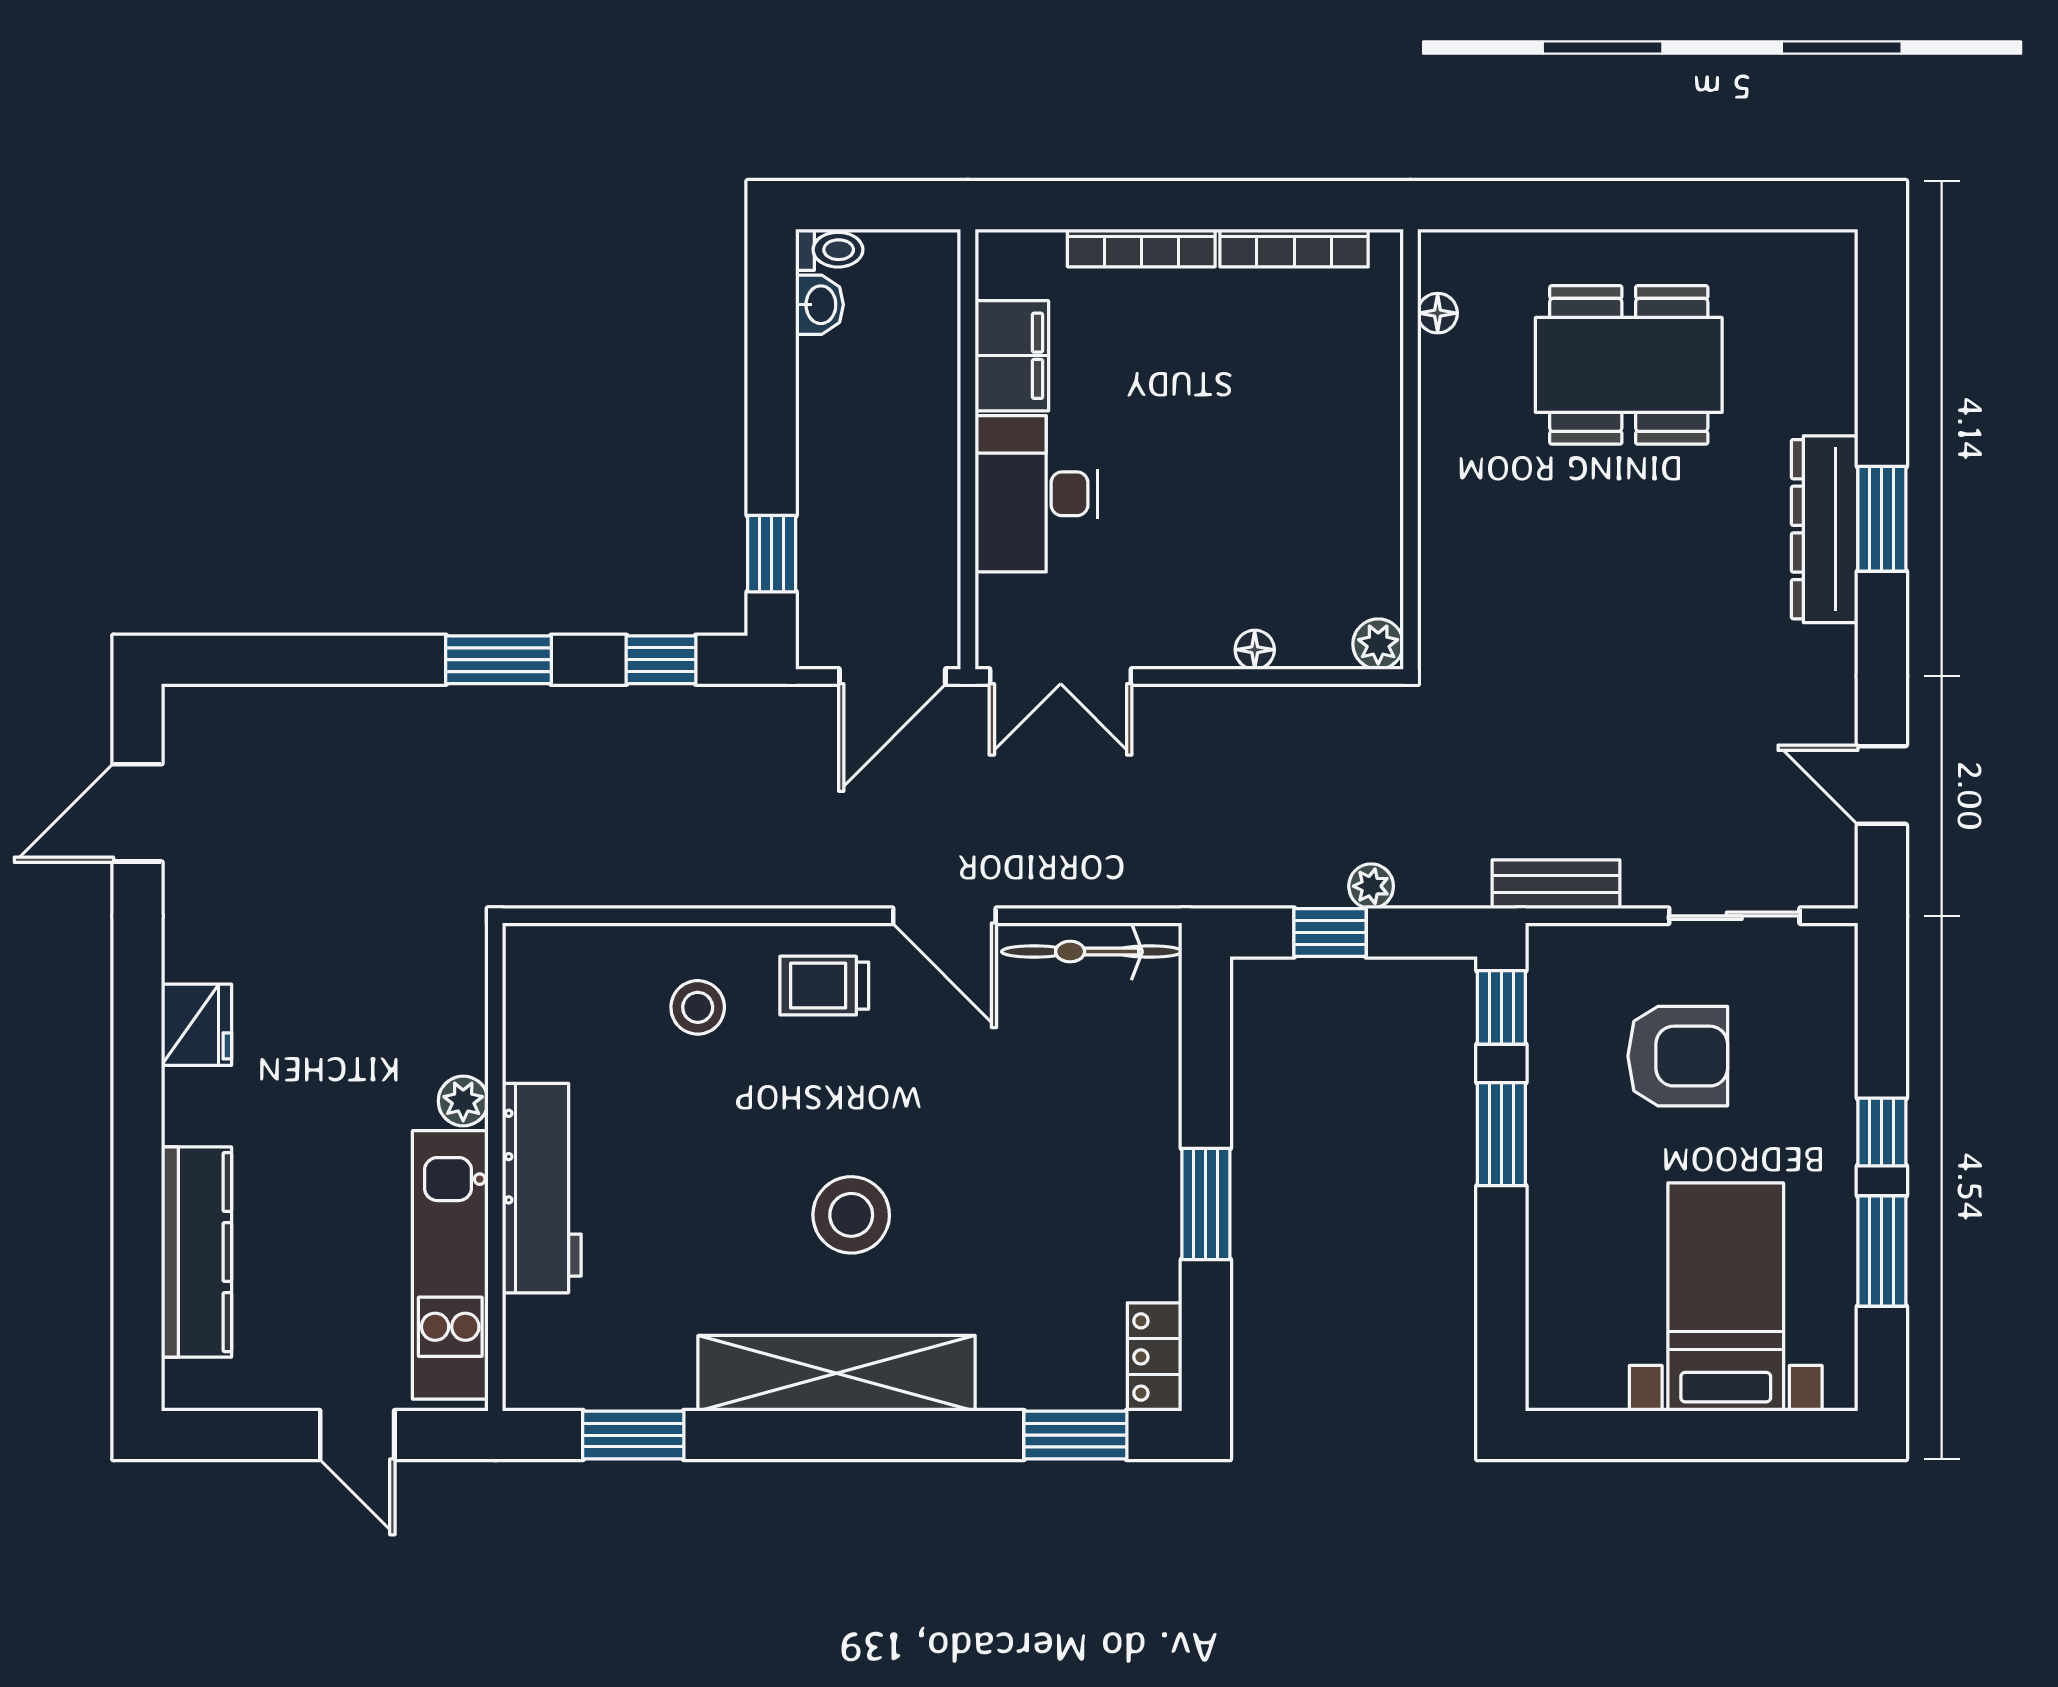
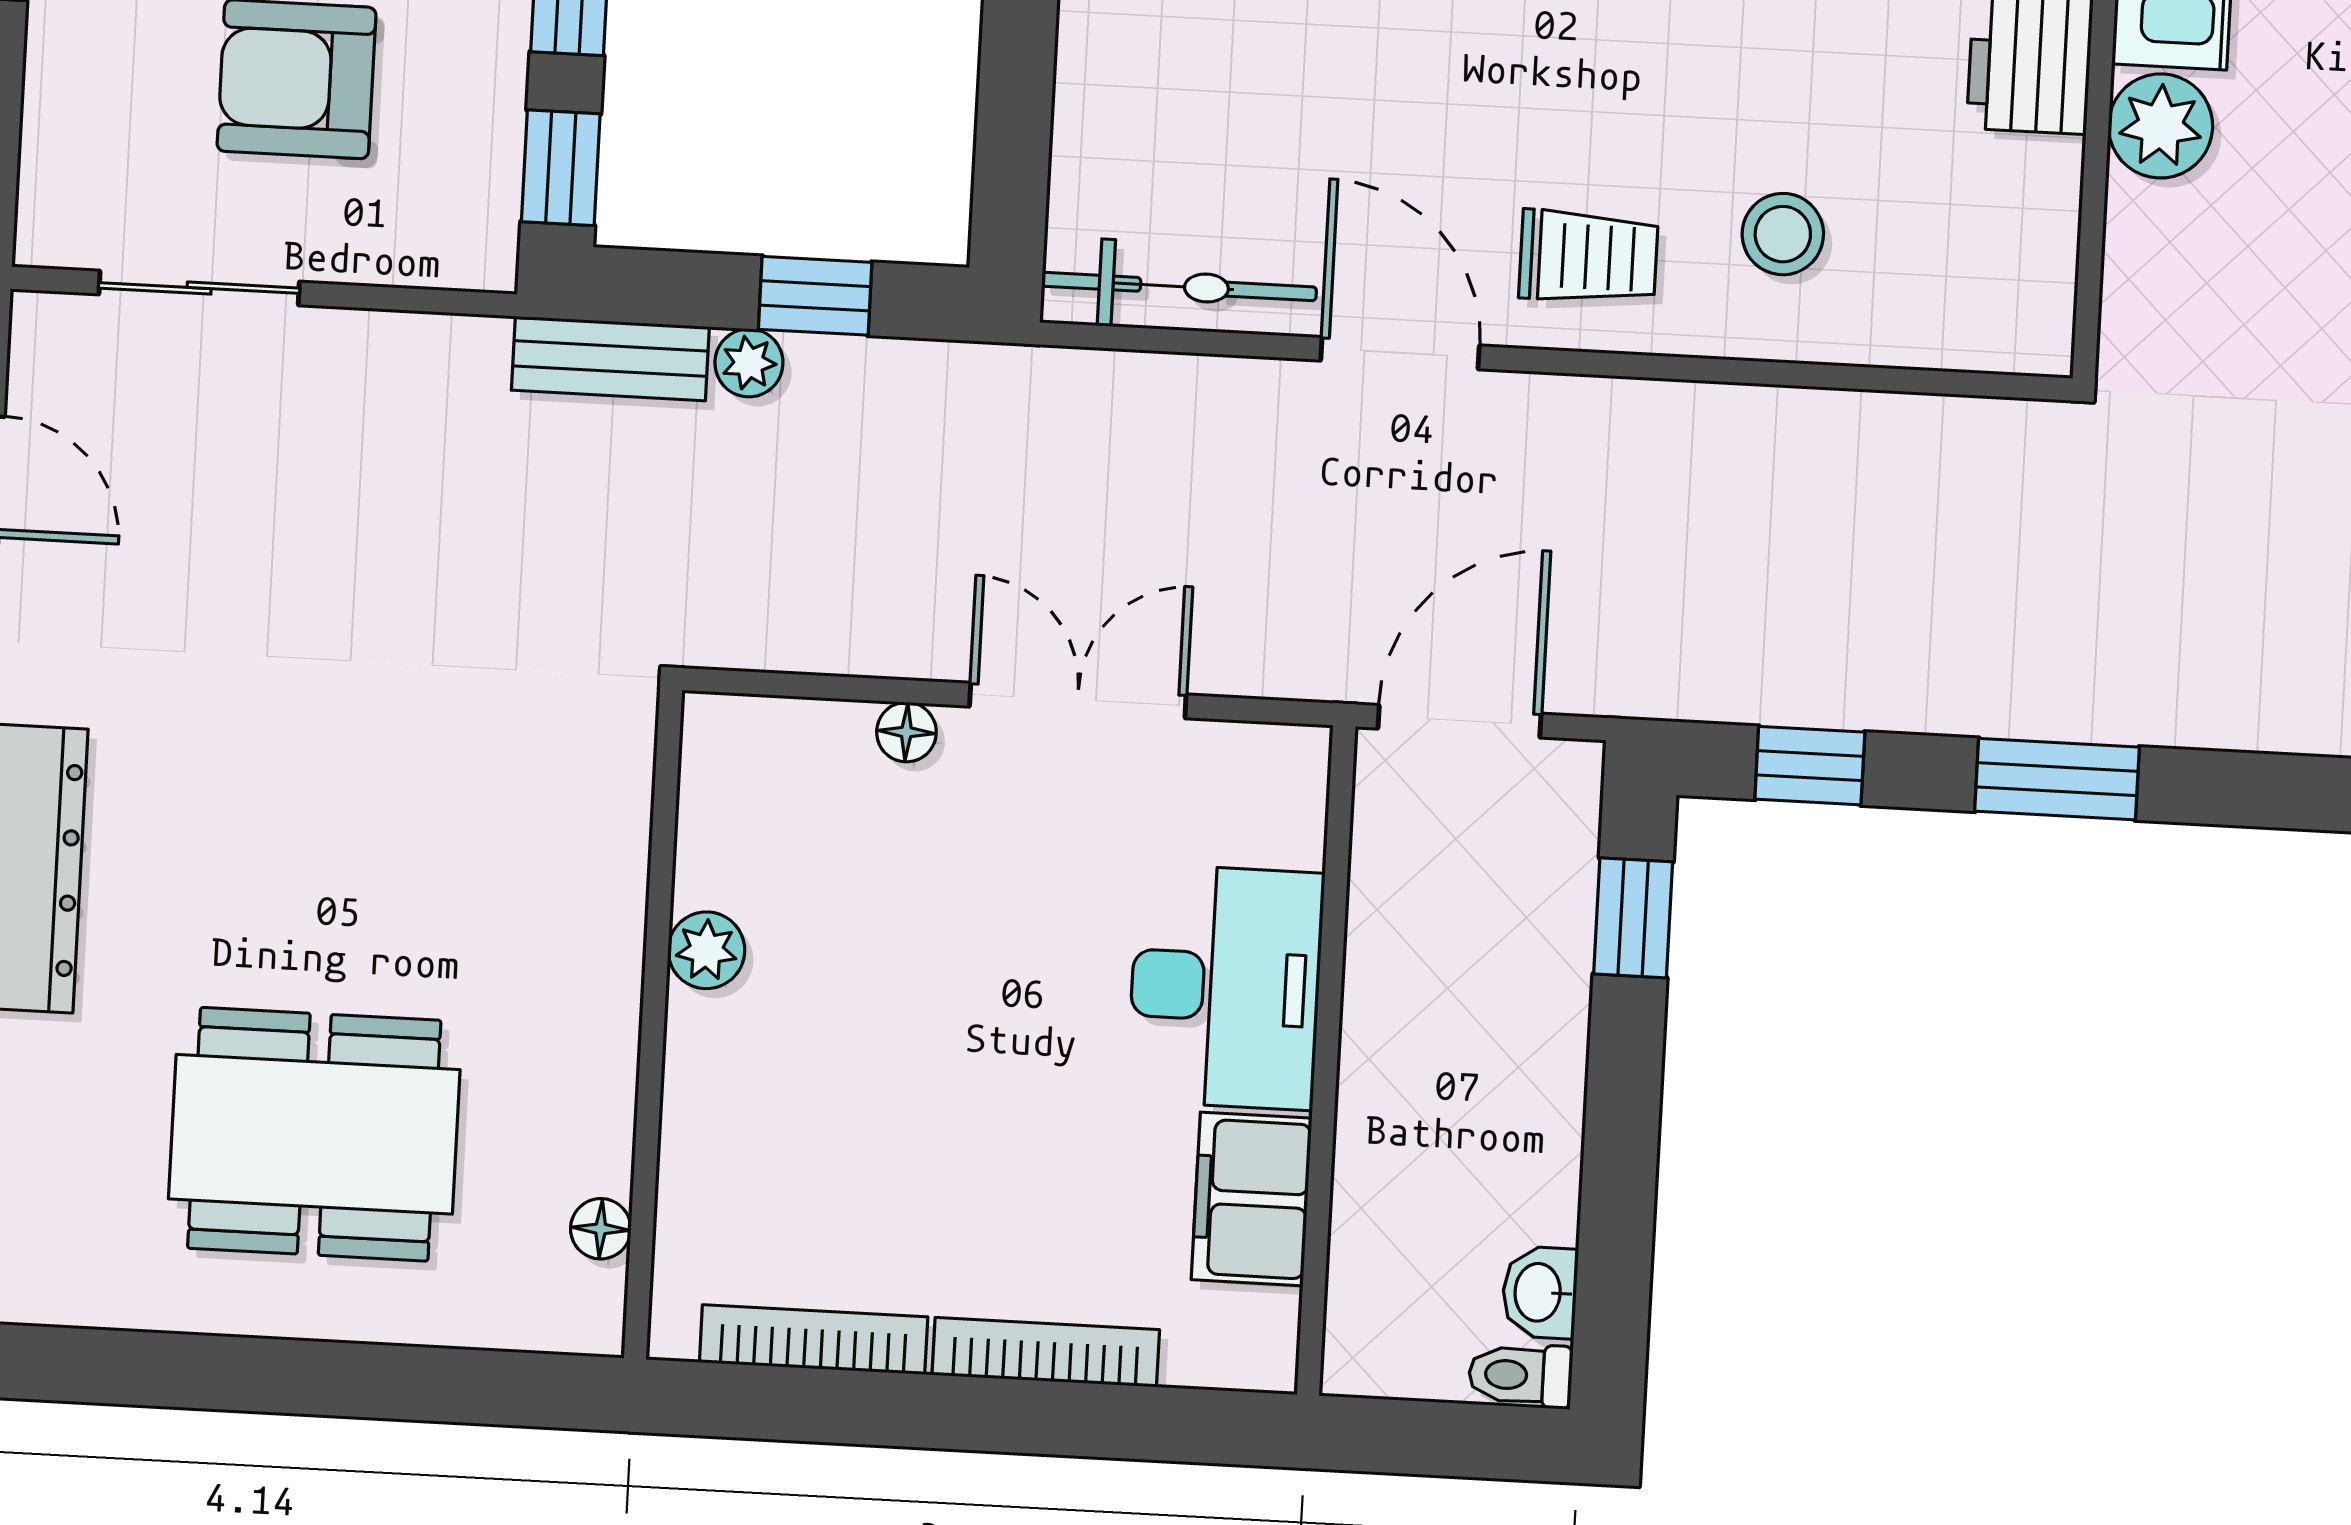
plant: (1378, 644) -> (706, 950), moved
double door: (1061, 676) -> (1078, 701), moved
bench: (1556, 884) -> (610, 358), moved
plant: (463, 1101) -> (2161, 126), width x1.38, depth x1.38

